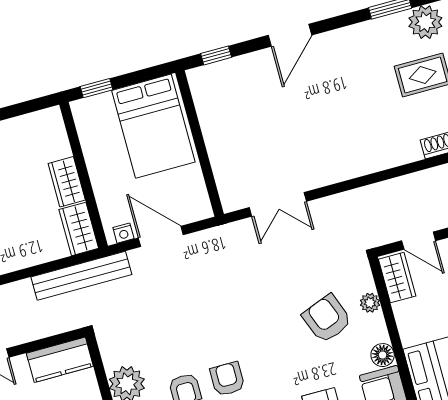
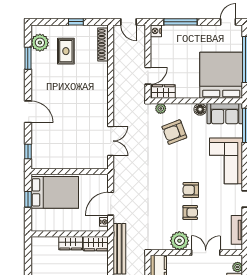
window: (96, 88) -> (28, 199), moved
plant: (370, 303) -> (161, 108), moved

